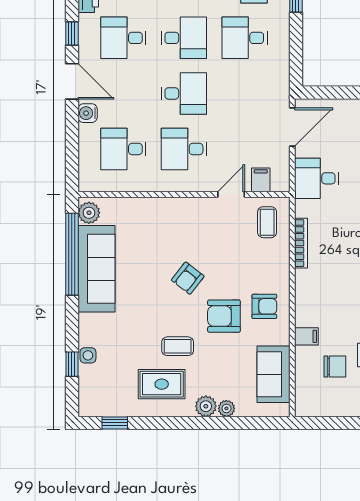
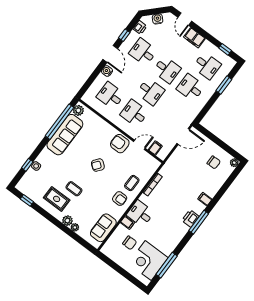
desk: (317, 178) -> (140, 214), moved
coffee table: (267, 222) -> (132, 183), moved
armchair: (224, 316) -> (120, 144), moved

